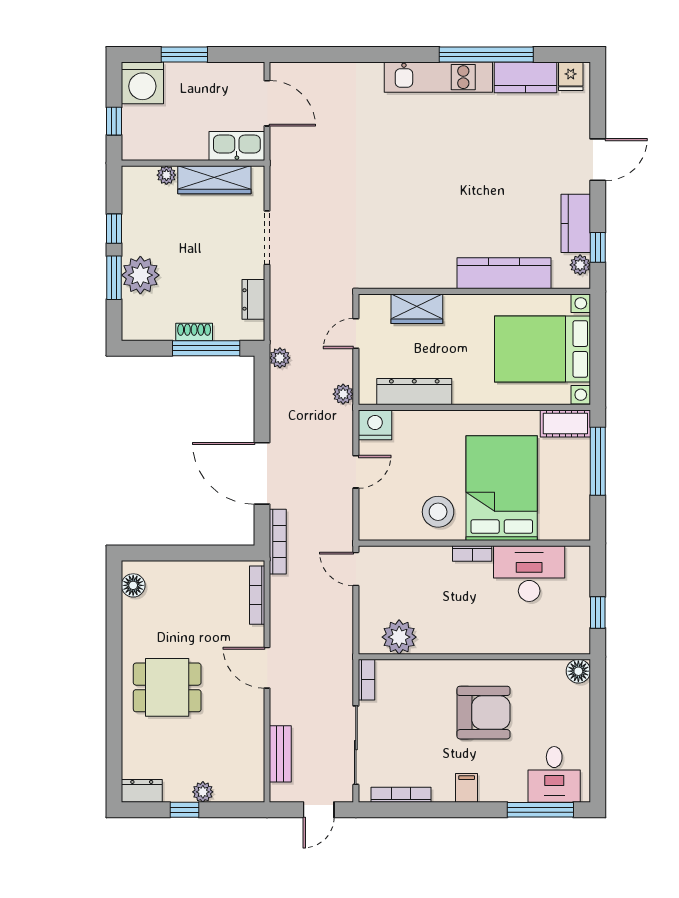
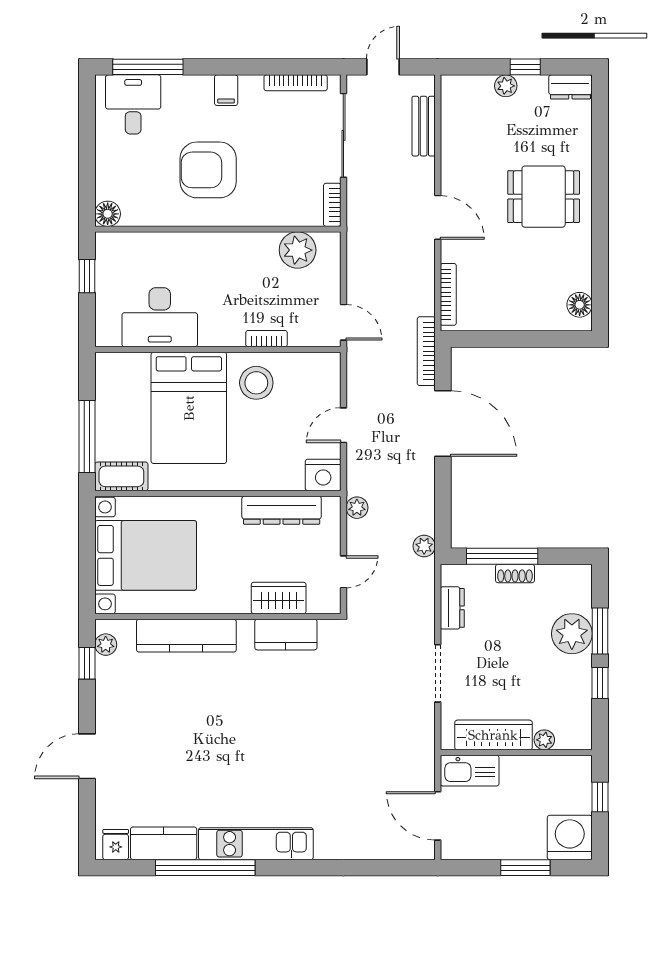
kitchen counter: (576, 223) -> (286, 635), moved, turned 90
bookcase: (472, 553) -> (266, 339), moved

